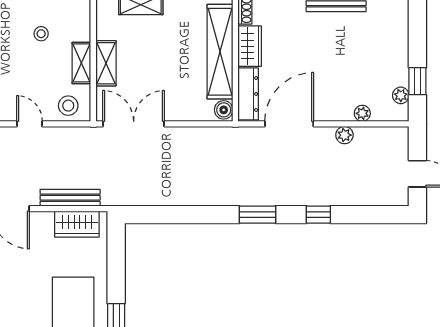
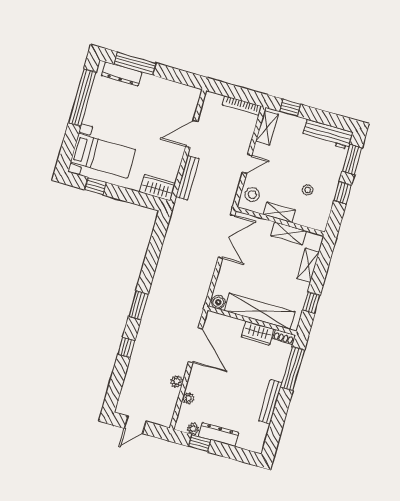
shelving: (106, 63) -> (289, 233), moved
dresser: (248, 94) -> (219, 434), moved, turned 180
wardrobe: (77, 224) -> (158, 188), moved, turned 90

